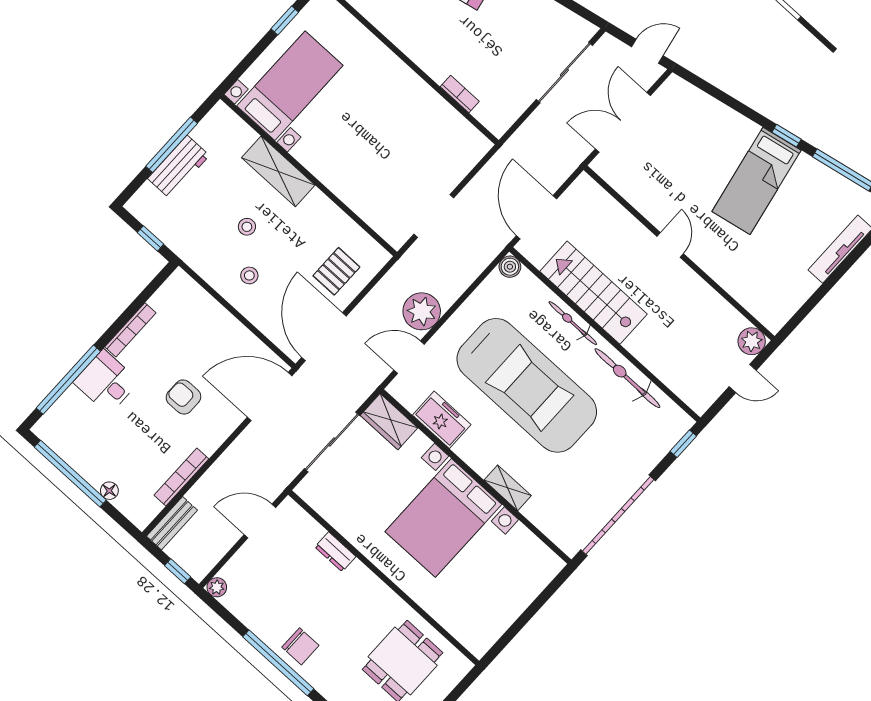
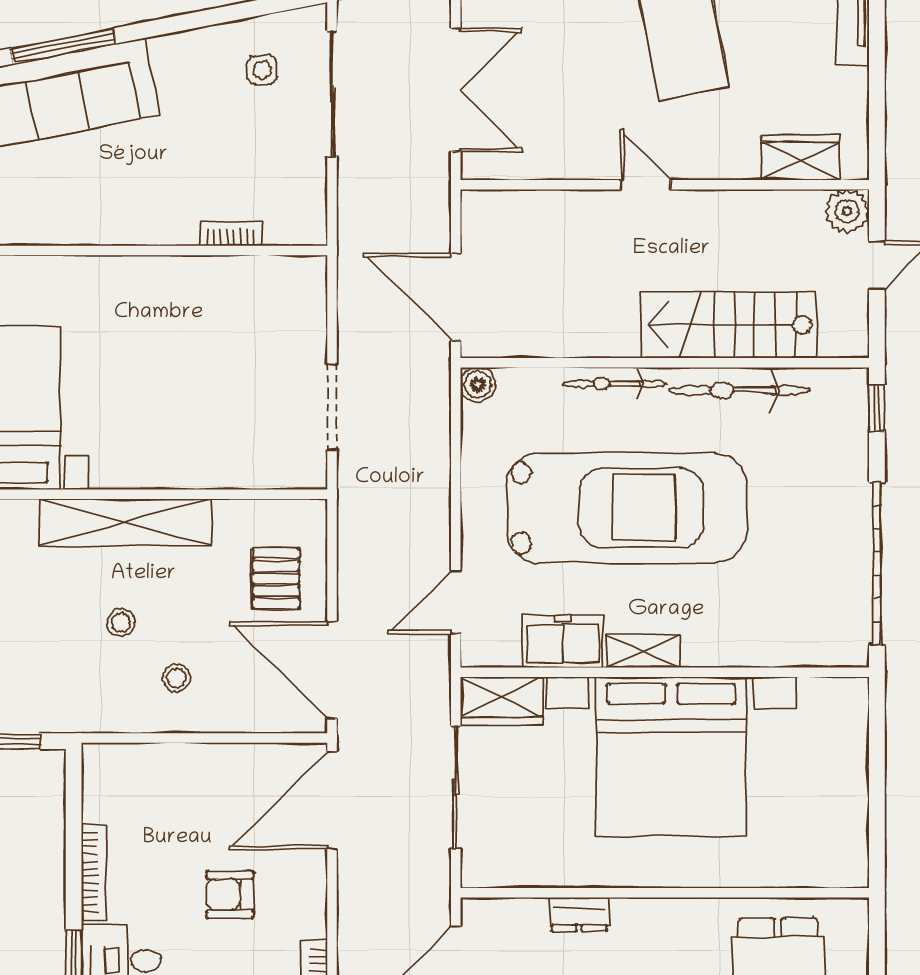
side table: (542, 32) -> (262, 70), added
double door: (623, 122) -> (456, 90), swing flipped
shelving: (278, 171) -> (126, 522), width x1.47
stairs: (593, 293) -> (729, 325), moved
wardrobe: (753, 297) -> (800, 157), added
plant: (422, 311) -> (421, 534), removed
shelving: (508, 488) -> (643, 651), moved
bed with nightstands: (443, 518) -> (671, 757), width x1.36

